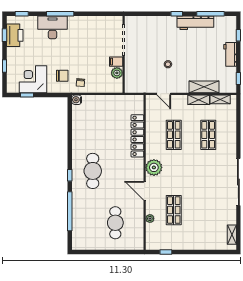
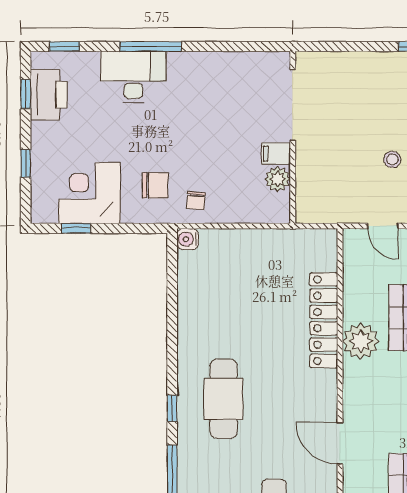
plant: (154, 167) -> (361, 341), moved

